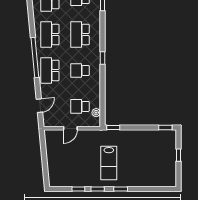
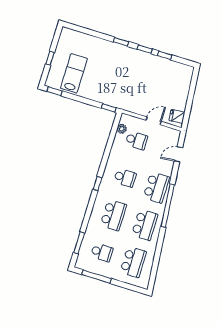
fridge: (51, 139) -> (177, 116), added
lab bench: (109, 163) -> (74, 73), moved

